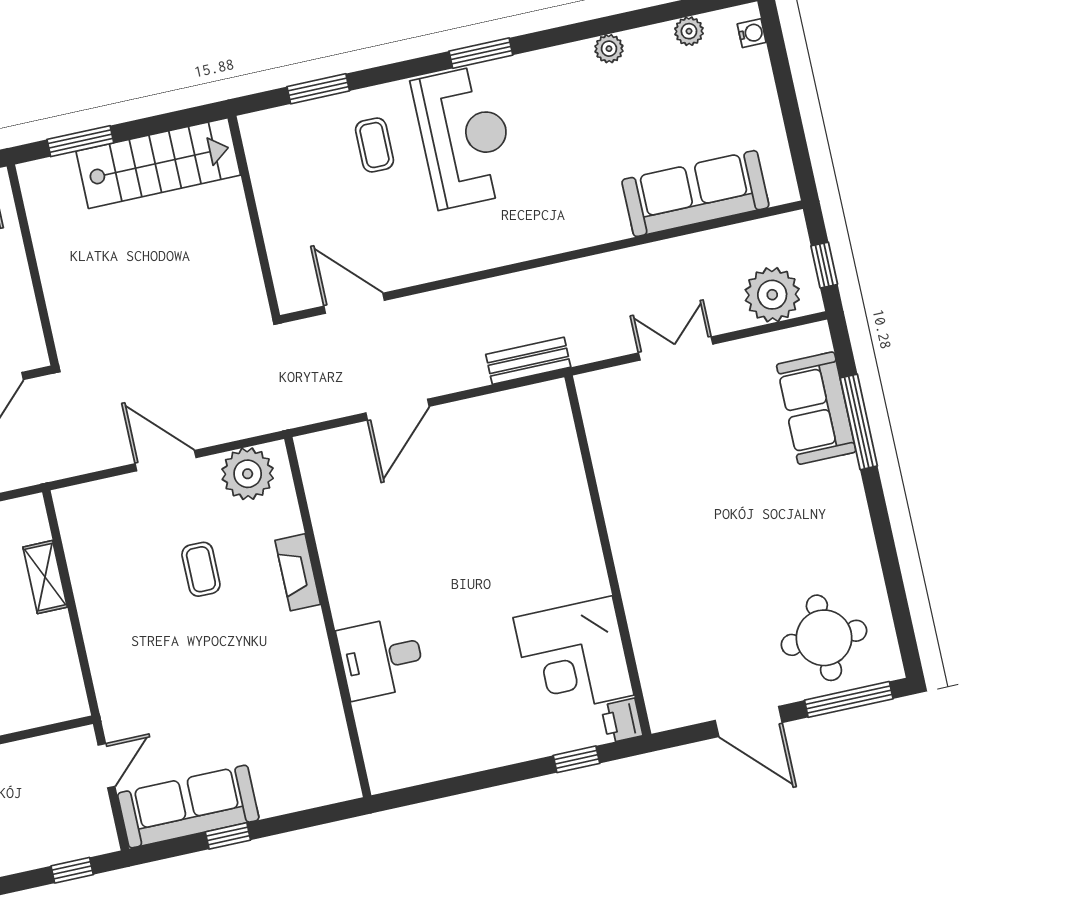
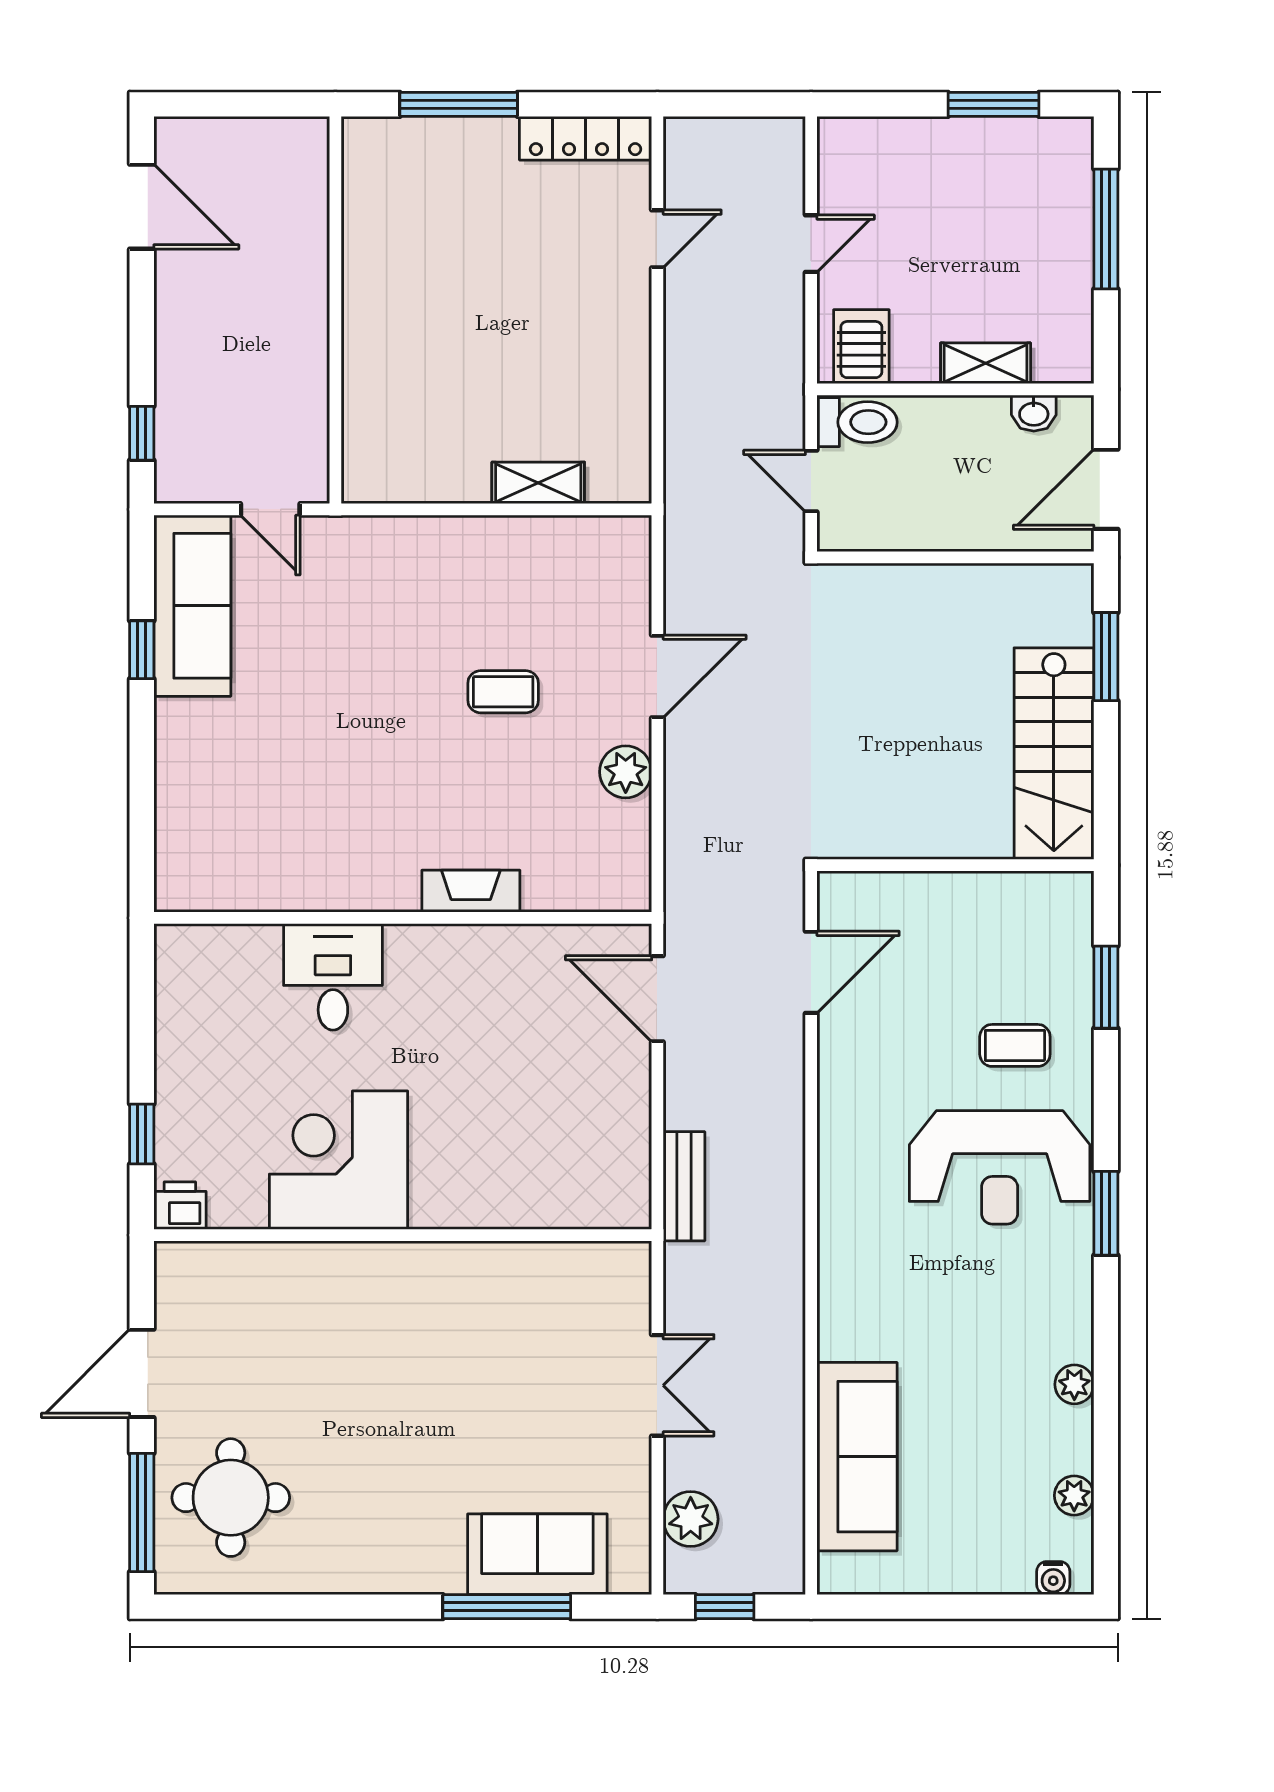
plant: (772, 295) -> (691, 1519), width x0.73, depth x0.73
plant: (248, 474) -> (626, 772), width x0.73, depth x0.73
fireplace: (298, 572) -> (471, 891), moved
wall: (328, 617) -> (403, 918), moved
corner desk: (573, 656) -> (339, 1160), moved
desk: (381, 658) -> (333, 977), moved

